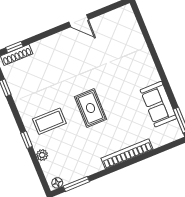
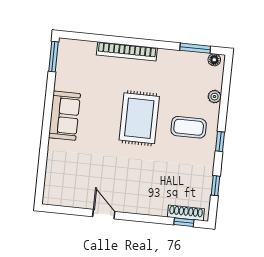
sofa: (158, 104) -> (64, 116), moved
rug: (91, 108) -> (139, 118), width x1.36, depth x1.43
window: (27, 140) -> (220, 141), moved

